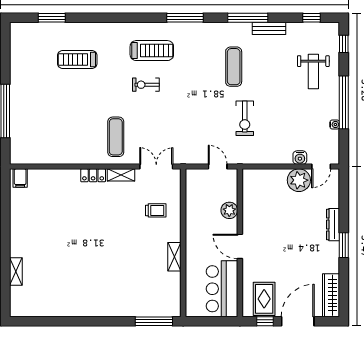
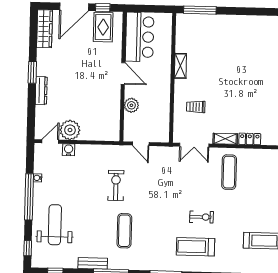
weight bench: (313, 71) -> (55, 225), width x1.36, depth x1.33

